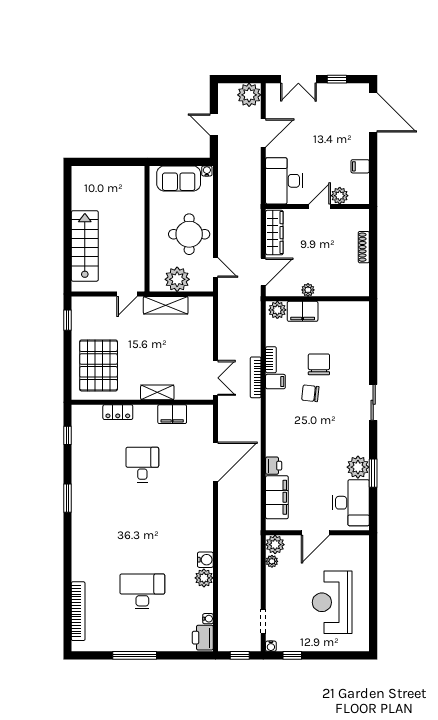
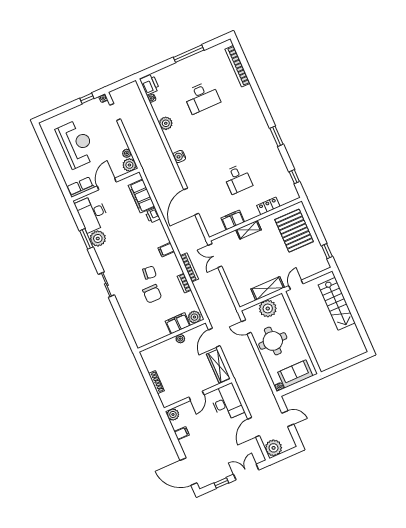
plant: (340, 196) -> (173, 414), moved
filing cabinet: (275, 382) -> (166, 250), moved
row of seats: (351, 544) -> (80, 187), added
water cooler: (205, 560) -> (179, 156), moved
window: (240, 655) -> (121, 83), removed

